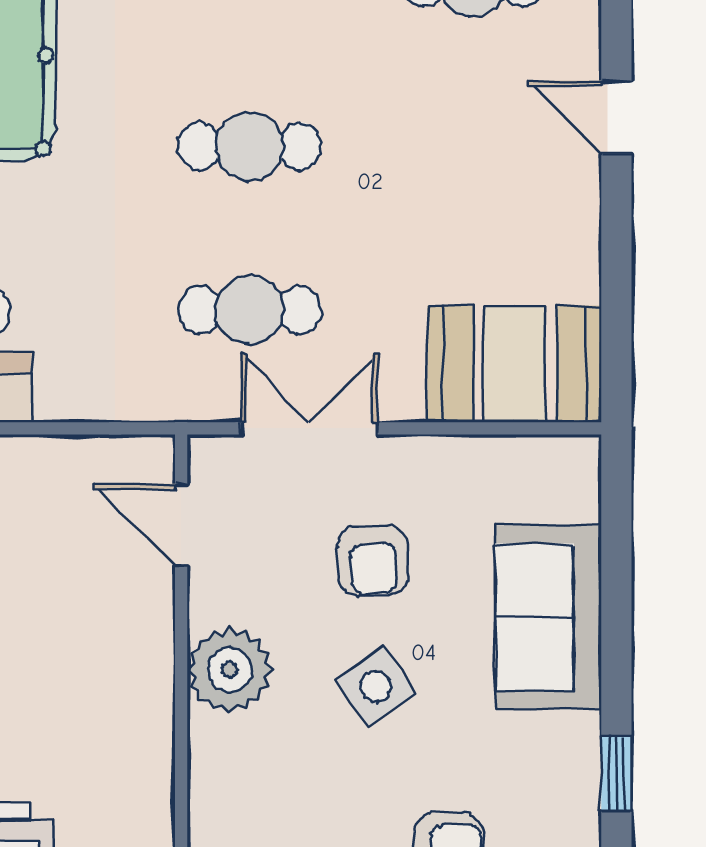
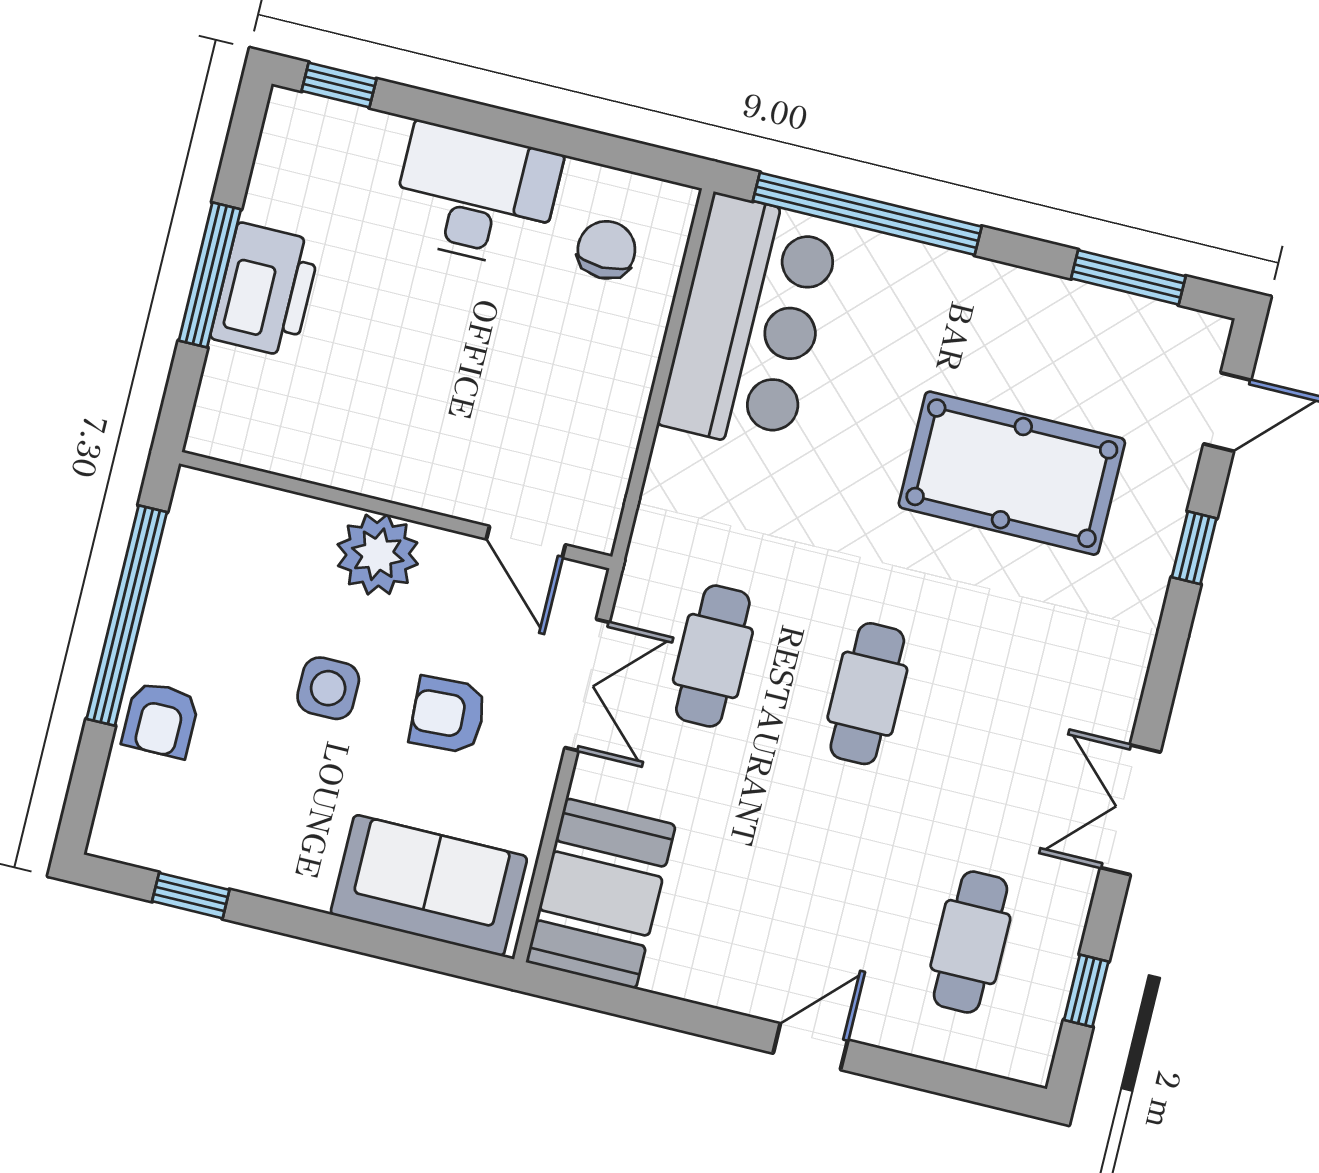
door: (181, 525) -> (526, 542), swing flipped
sofa: (548, 617) -> (429, 885), moved
side table: (376, 687) -> (328, 688), turned 34

